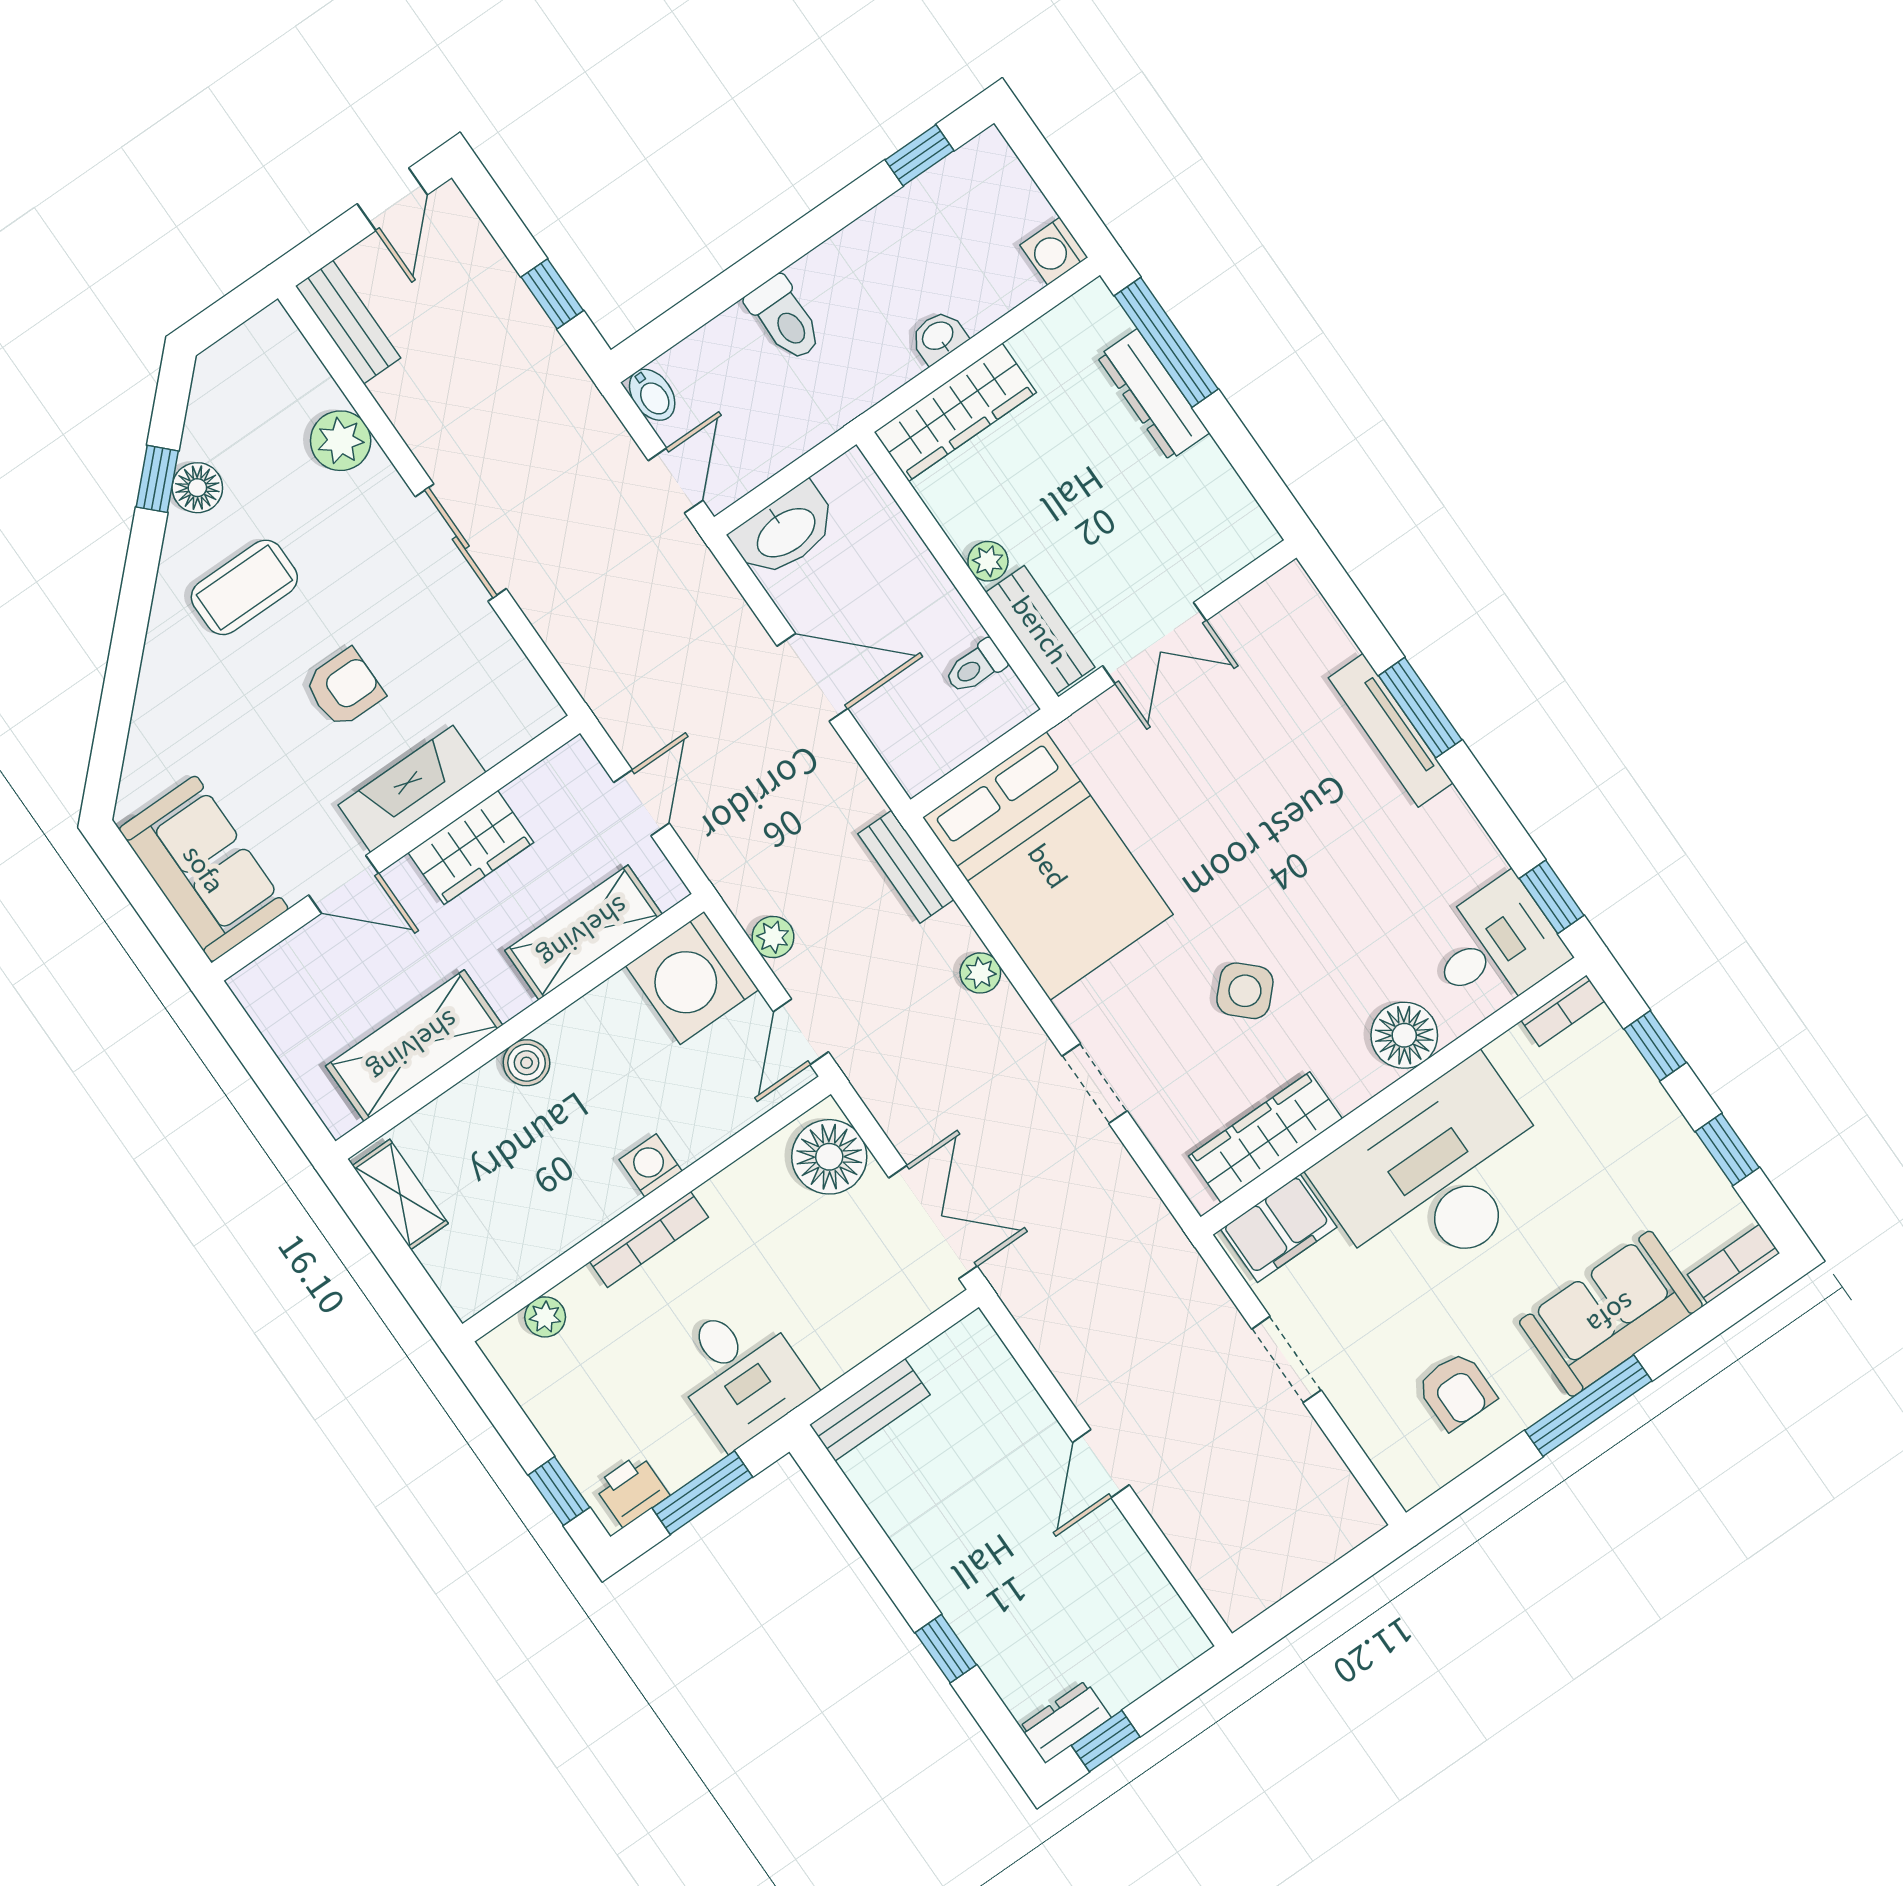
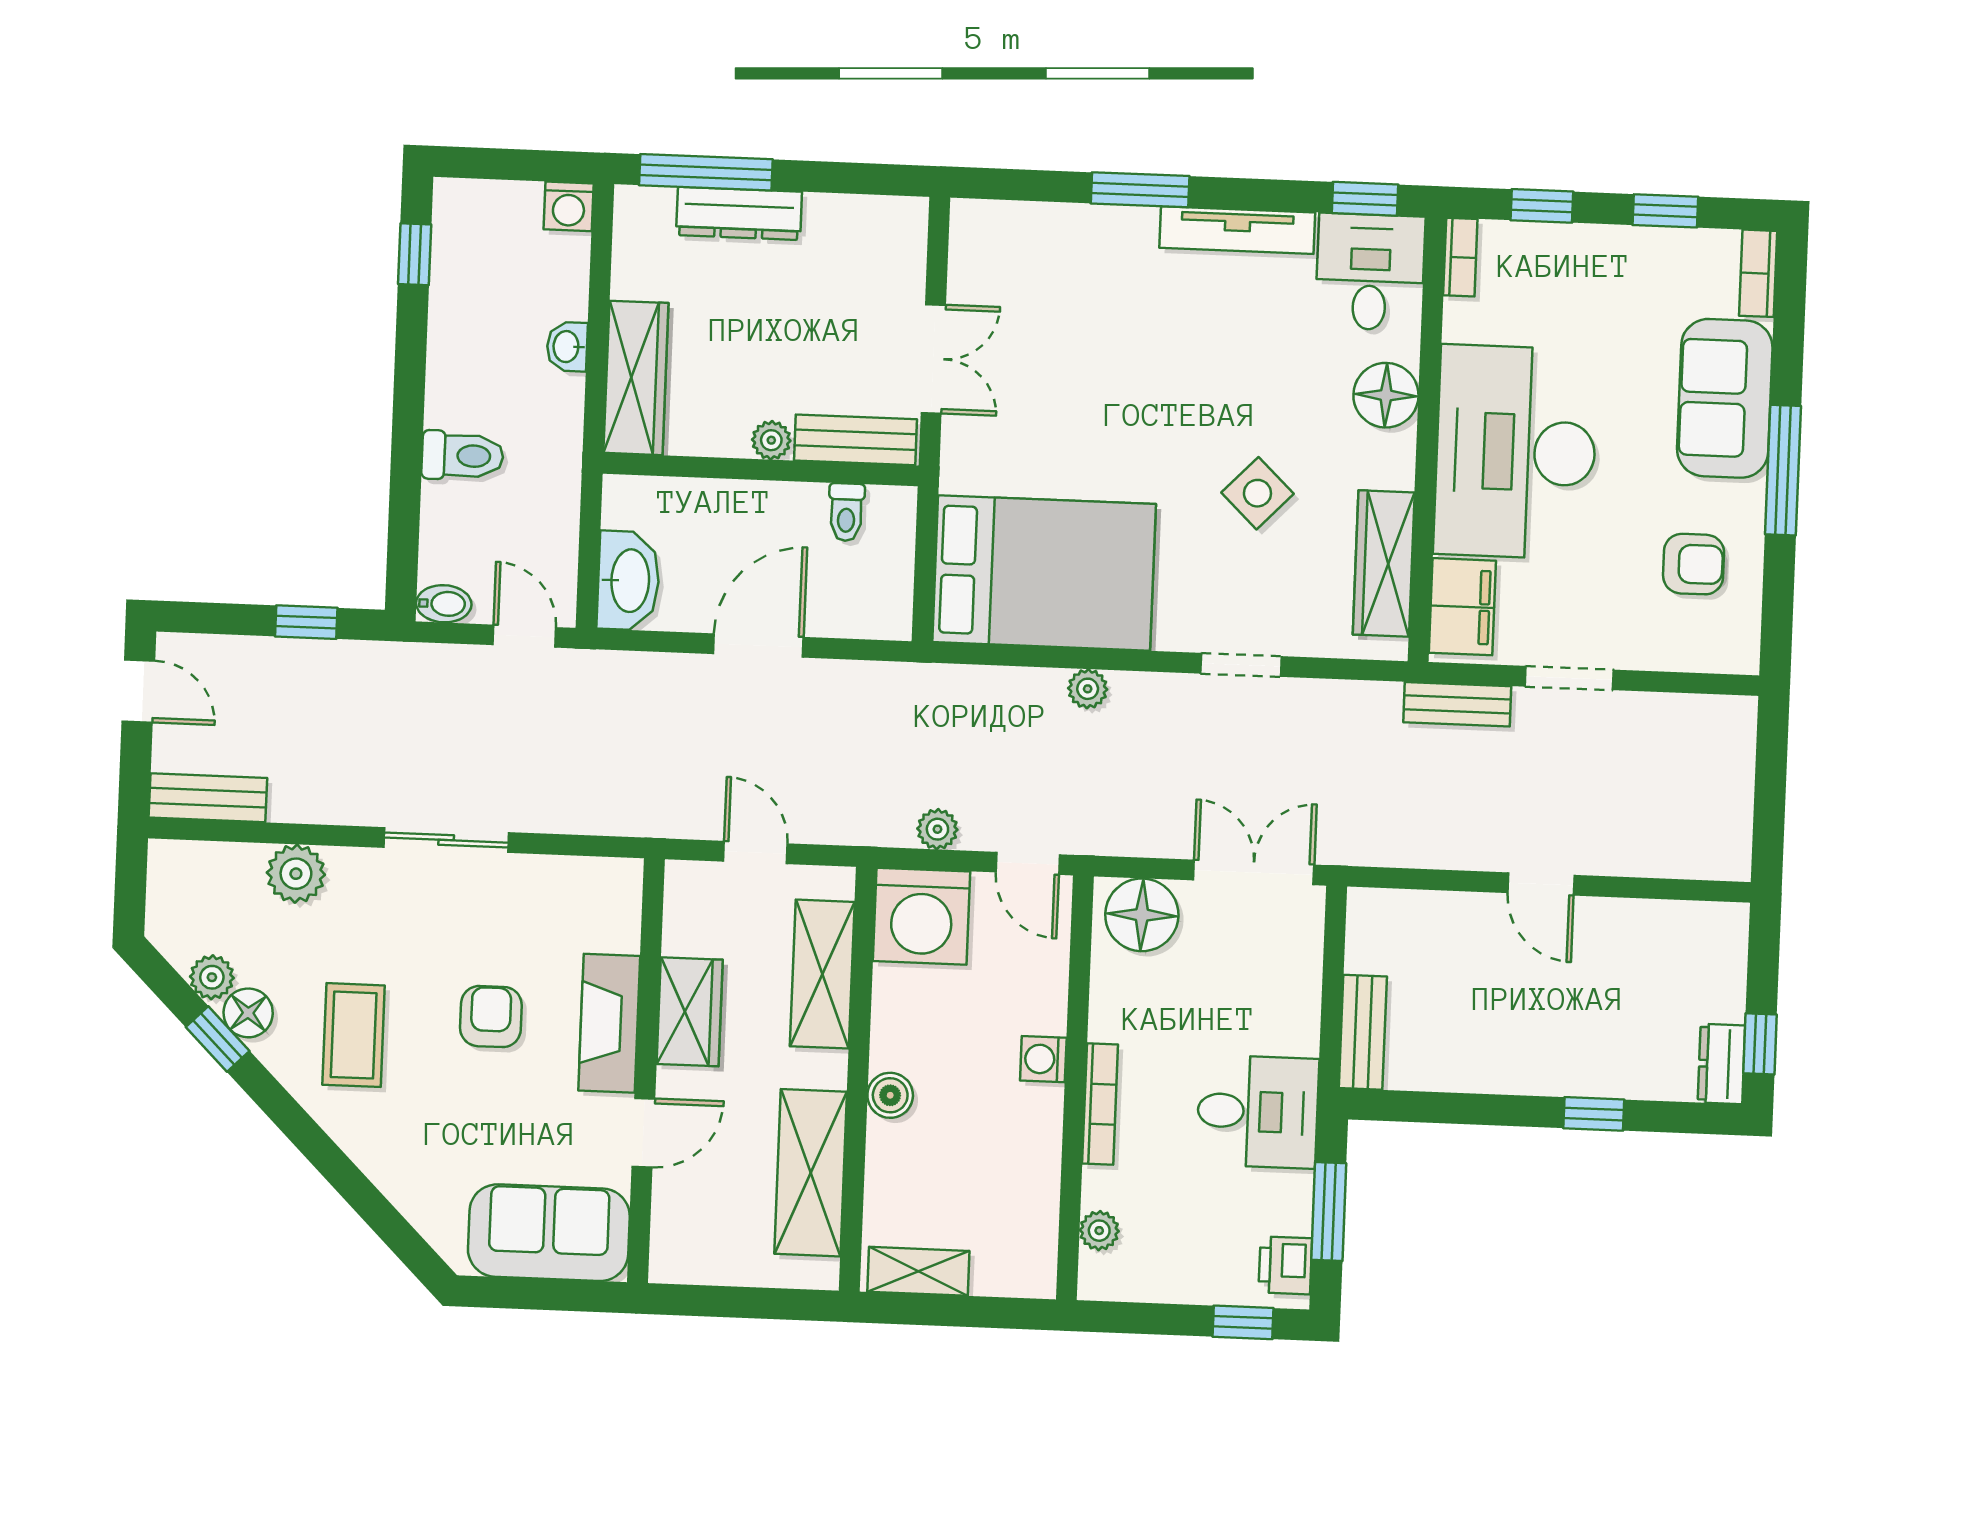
plant: (204, 436) -> (212, 977), added
tv unit: (1391, 730) -> (1237, 230), moved
bench: (906, 867) -> (1457, 704), moved

